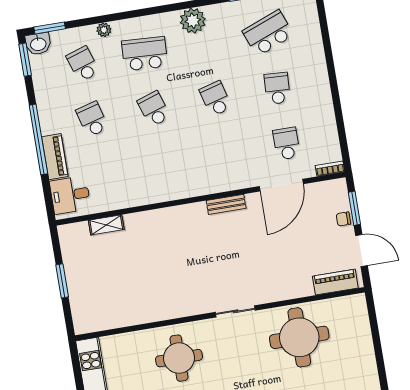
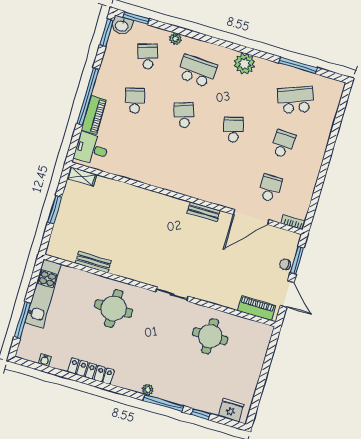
shelving: (106, 225) -> (82, 176), moved
bench: (132, 318) -> (93, 262), added
round table: (299, 337) -> (210, 336), width x0.73, depth x0.73

